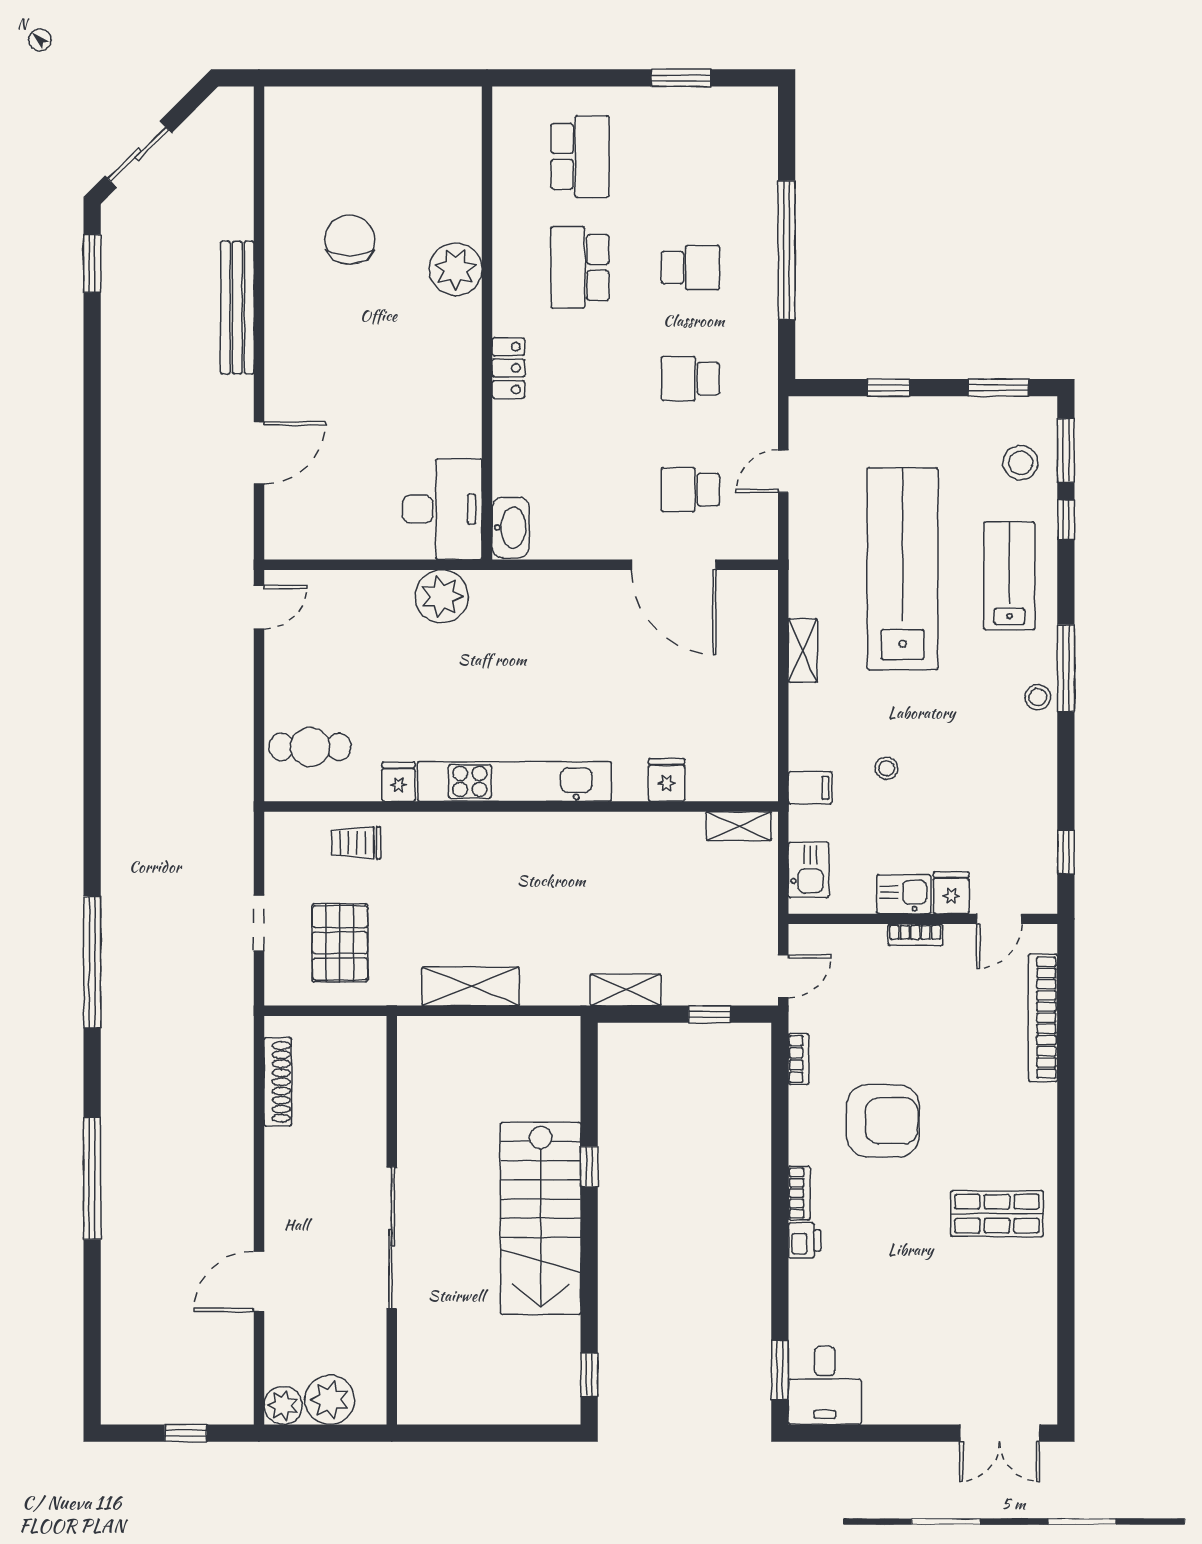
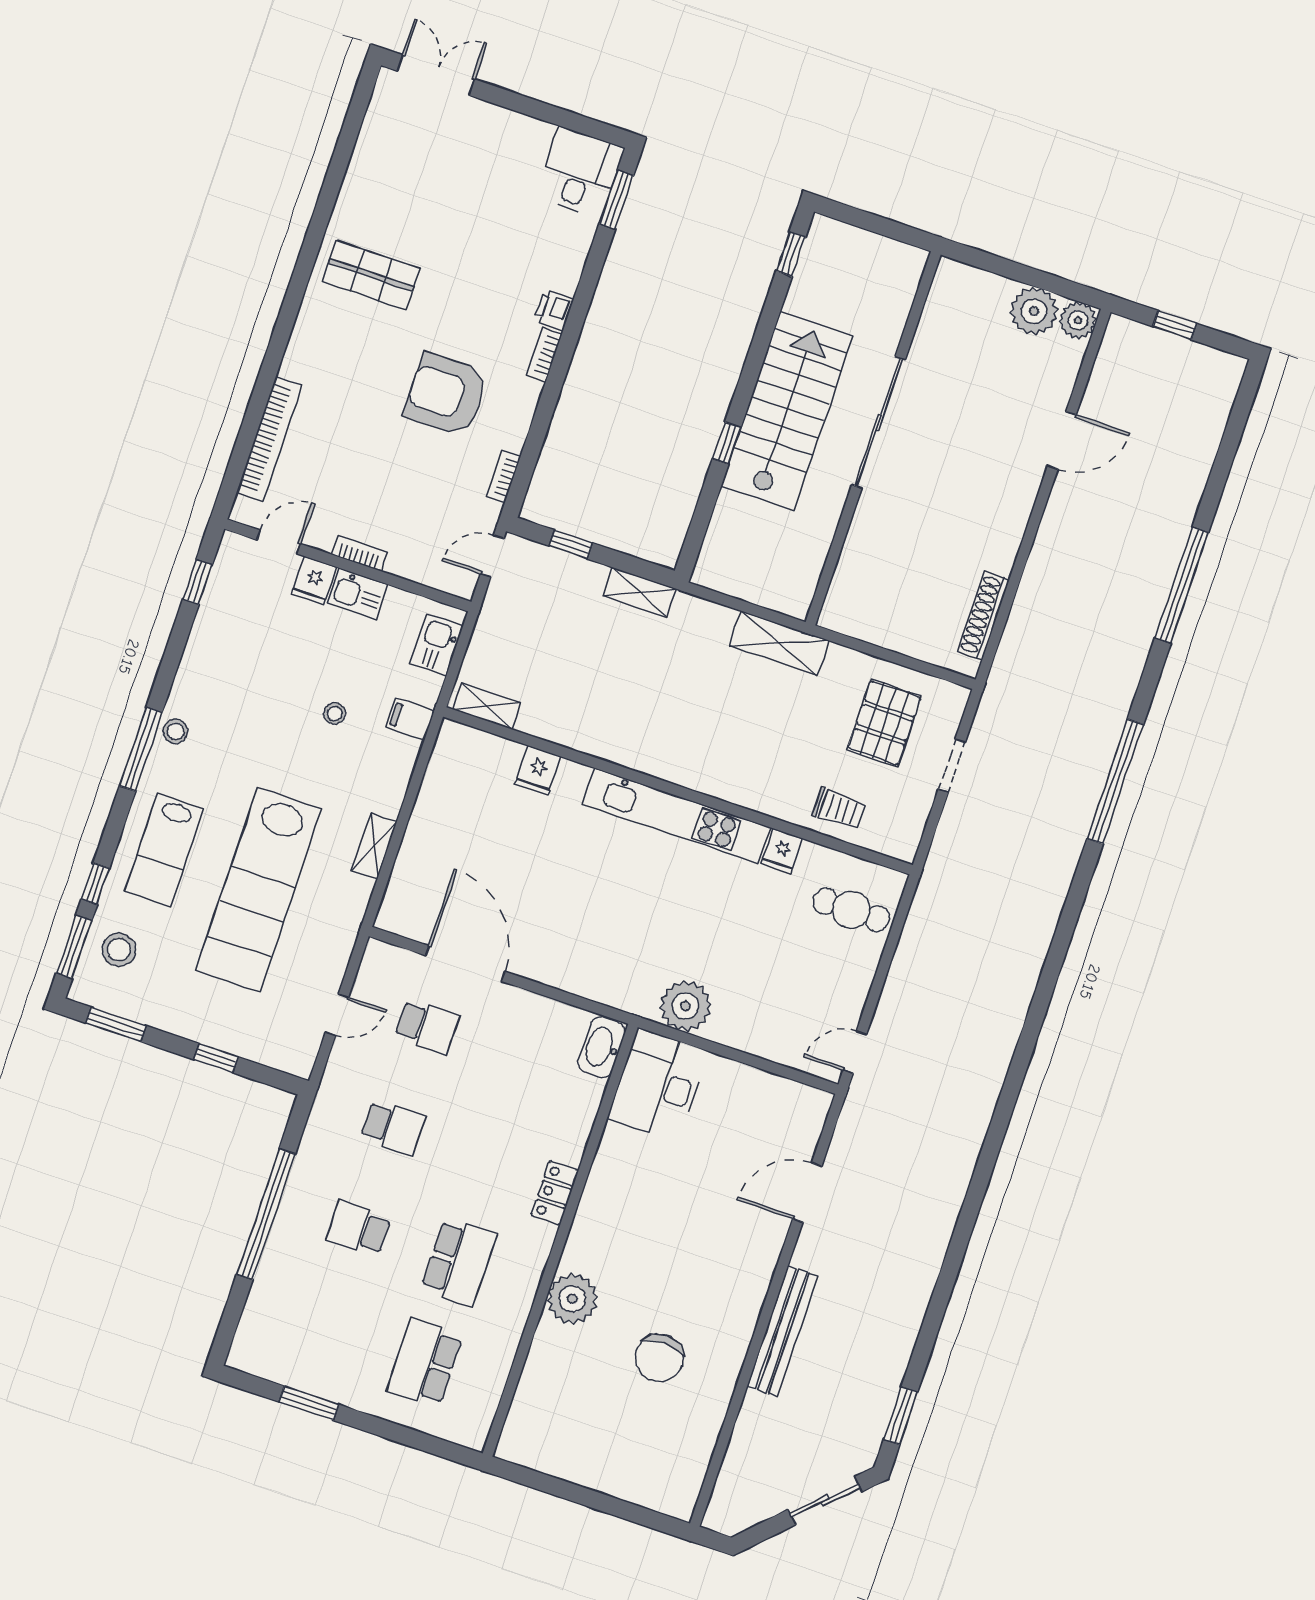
wall: (392, 1220) -> (873, 438), moved
sliding door: (392, 1238) -> (879, 422), moved

